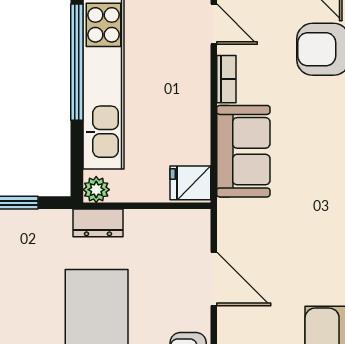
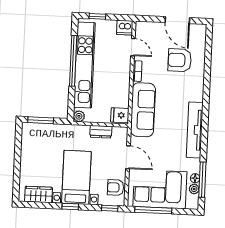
sofa: (243, 151) -> (143, 110), width x1.36
dresser: (98, 223) -> (101, 132), moved

